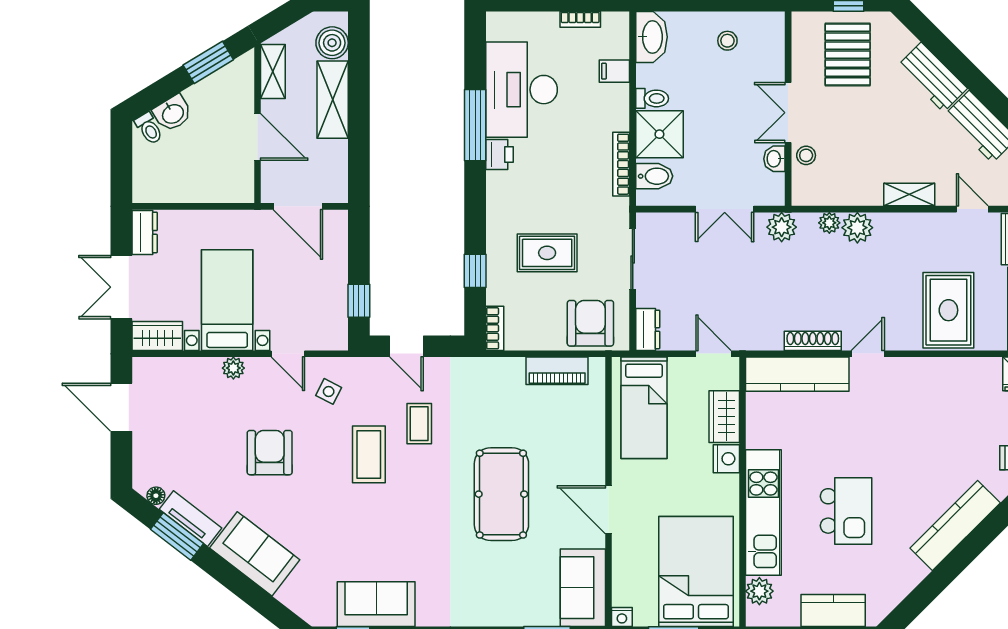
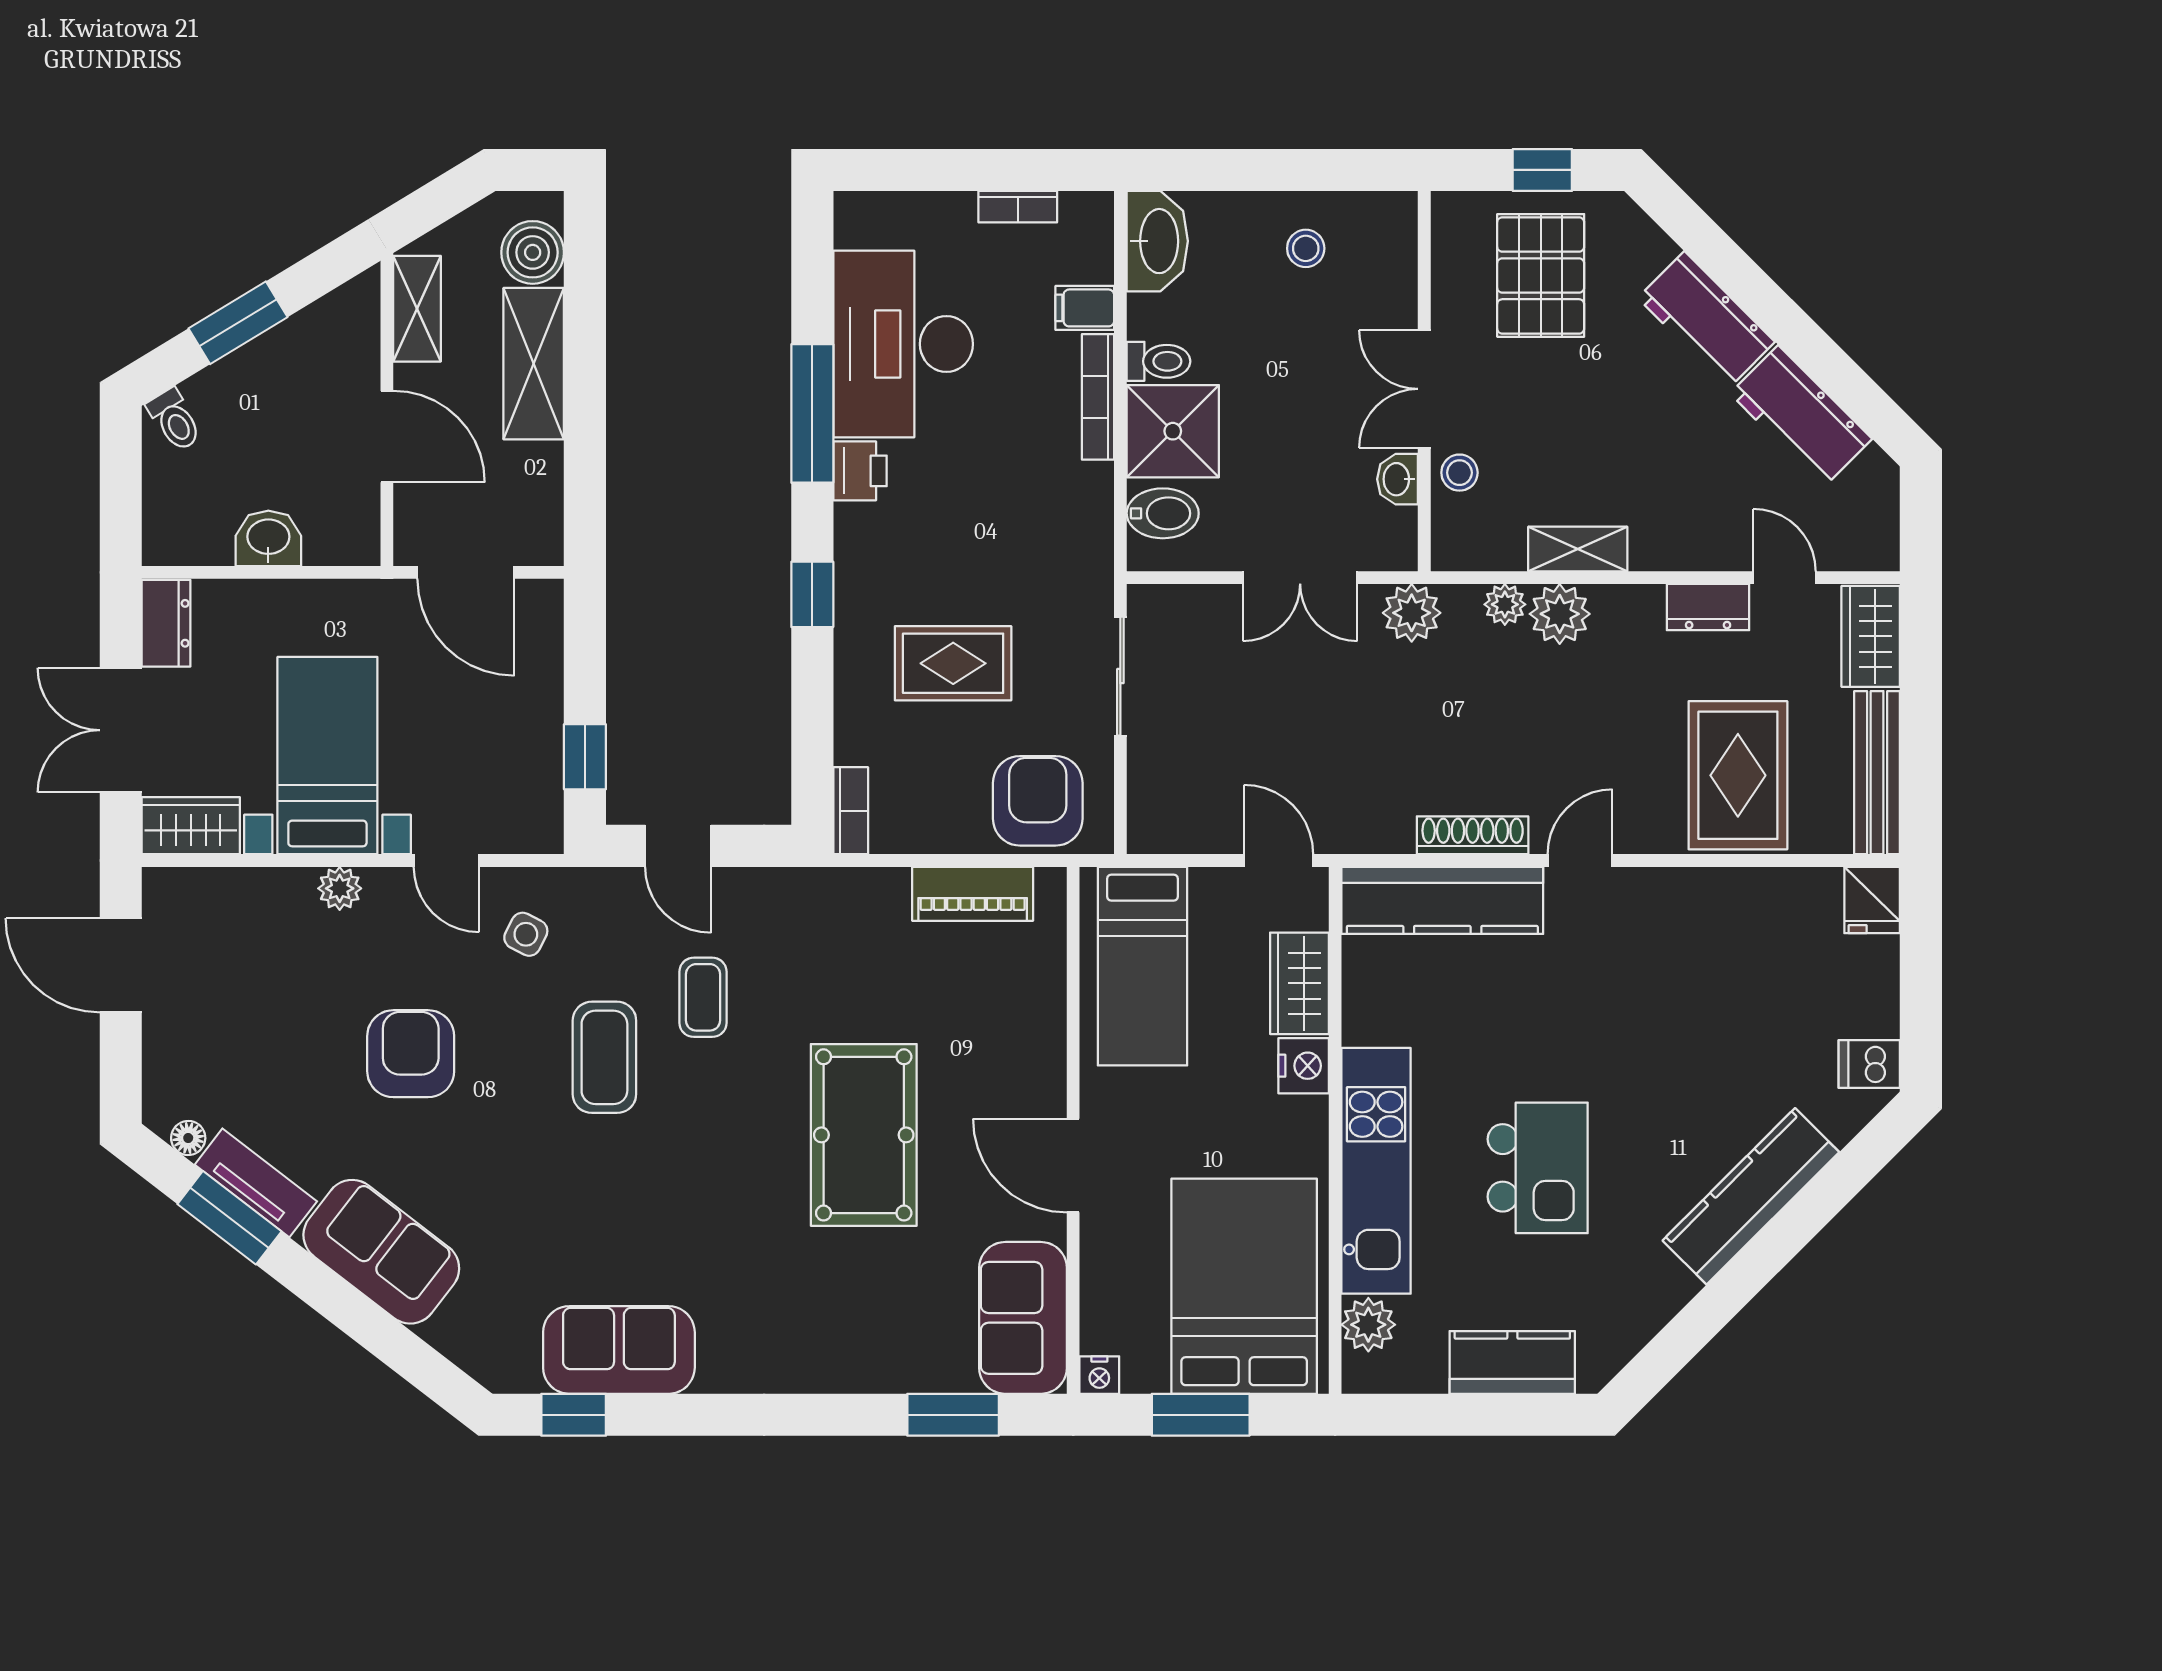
window: (208, 62) -> (238, 323), moved
washbasin: (173, 113) -> (268, 538), moved, turned -149
bookcase: (621, 164) -> (1098, 397), moved
shelving: (909, 194) -> (1578, 549), moved
window: (475, 271) -> (812, 594), moved
dresser: (648, 329) -> (1708, 607), moved, turned 90

